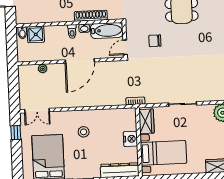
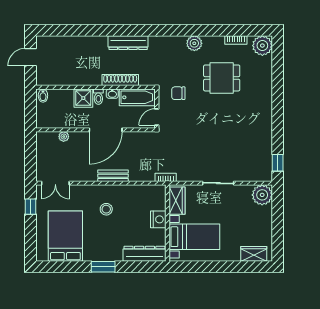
shower: (36, 34) -> (83, 98), moved
chair: (155, 41) -> (178, 93), moved
bench: (88, 102) -> (113, 176), added

